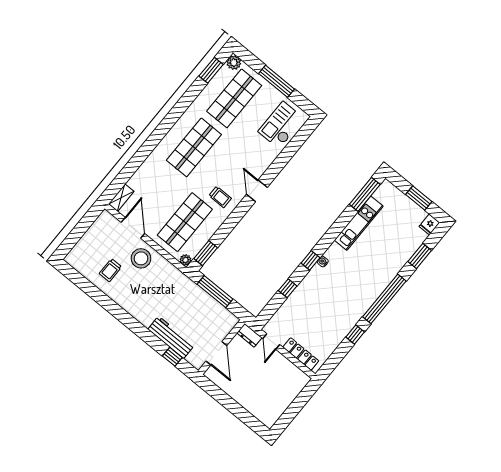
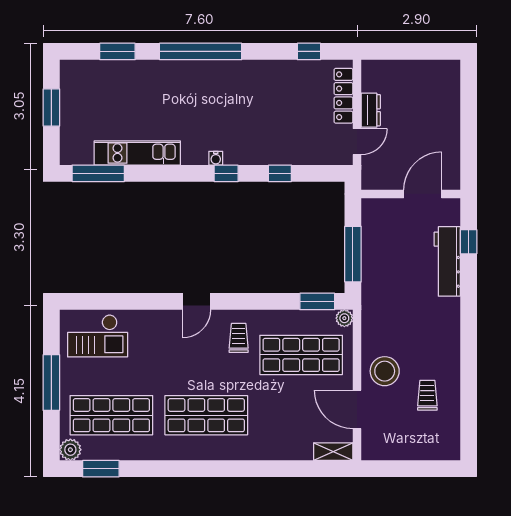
fridge: (429, 225) -> (72, 70), removed
door: (133, 228) -> (357, 409), hinge flipped
trolley: (110, 270) -> (427, 395), turned -90
window: (355, 334) -> (309, 51), moved
dresser: (249, 335) -> (371, 110), moved

